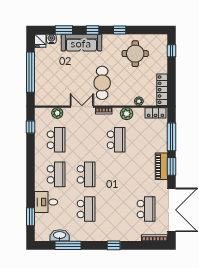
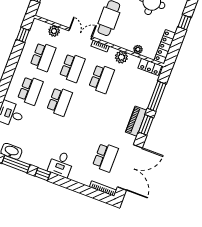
window: (171, 51) -> (184, 22), moved
school desk: (86, 209) -> (72, 68), moved
desk: (108, 230) -> (61, 164), added
window: (114, 245) -> (43, 174), moved

